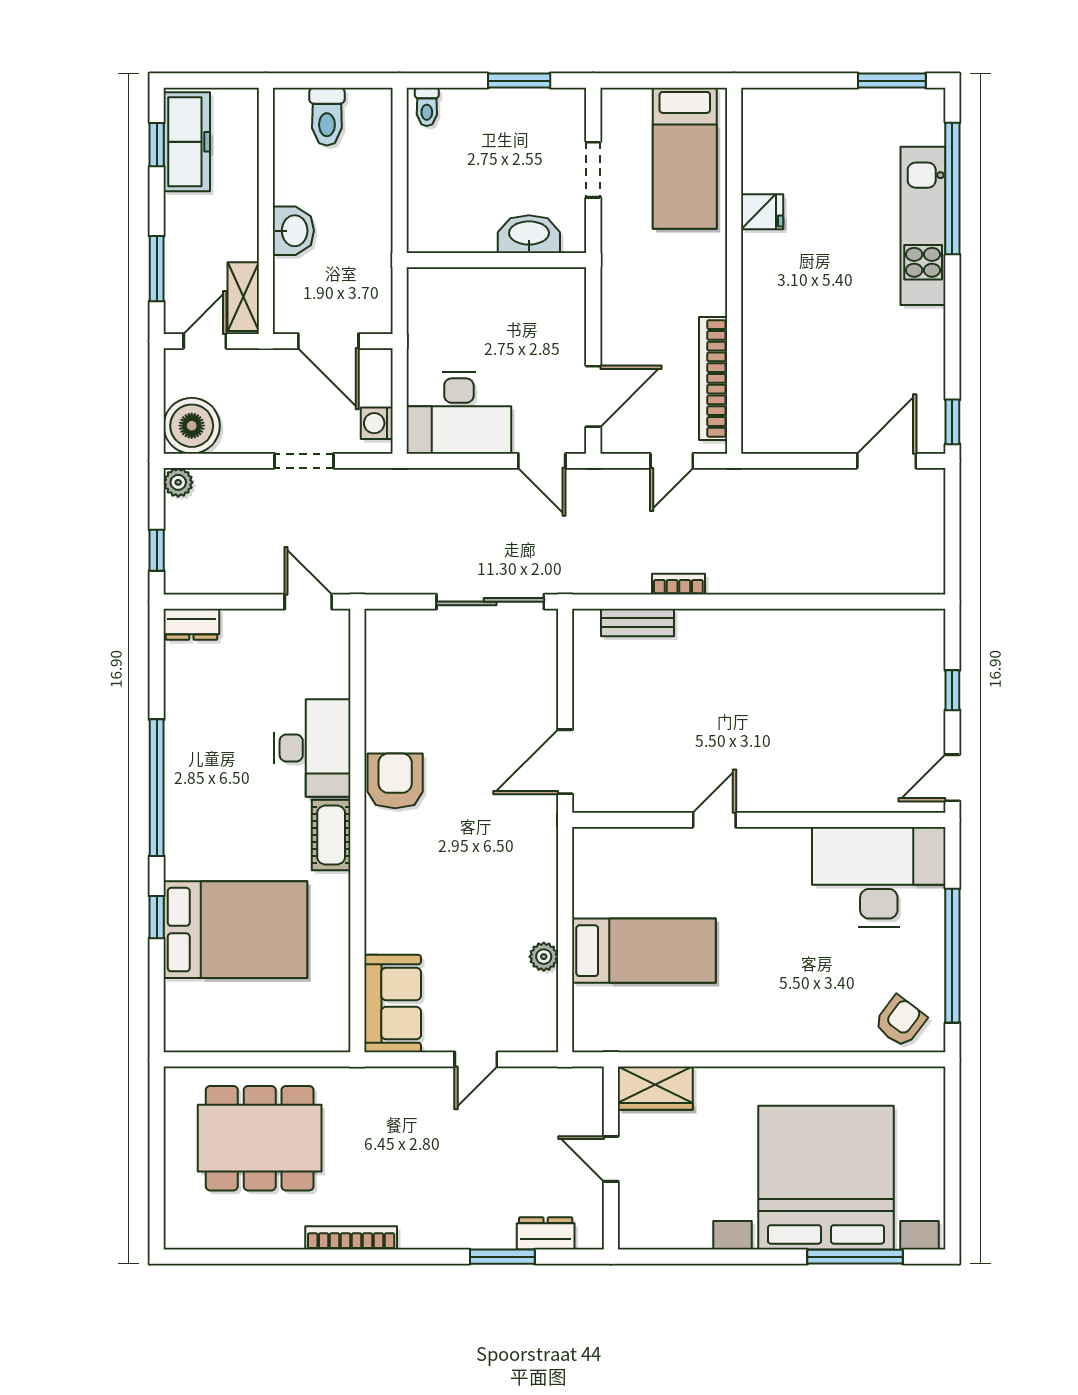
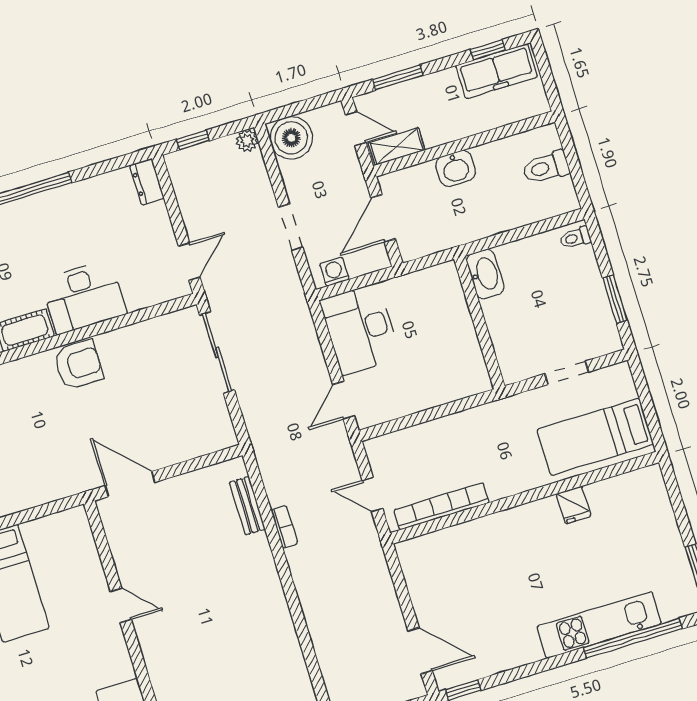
washbasin: (529, 234) -> (485, 274), moved
door: (593, 396) -> (402, 423), removed
sliding door: (490, 602) -> (217, 352), moved

